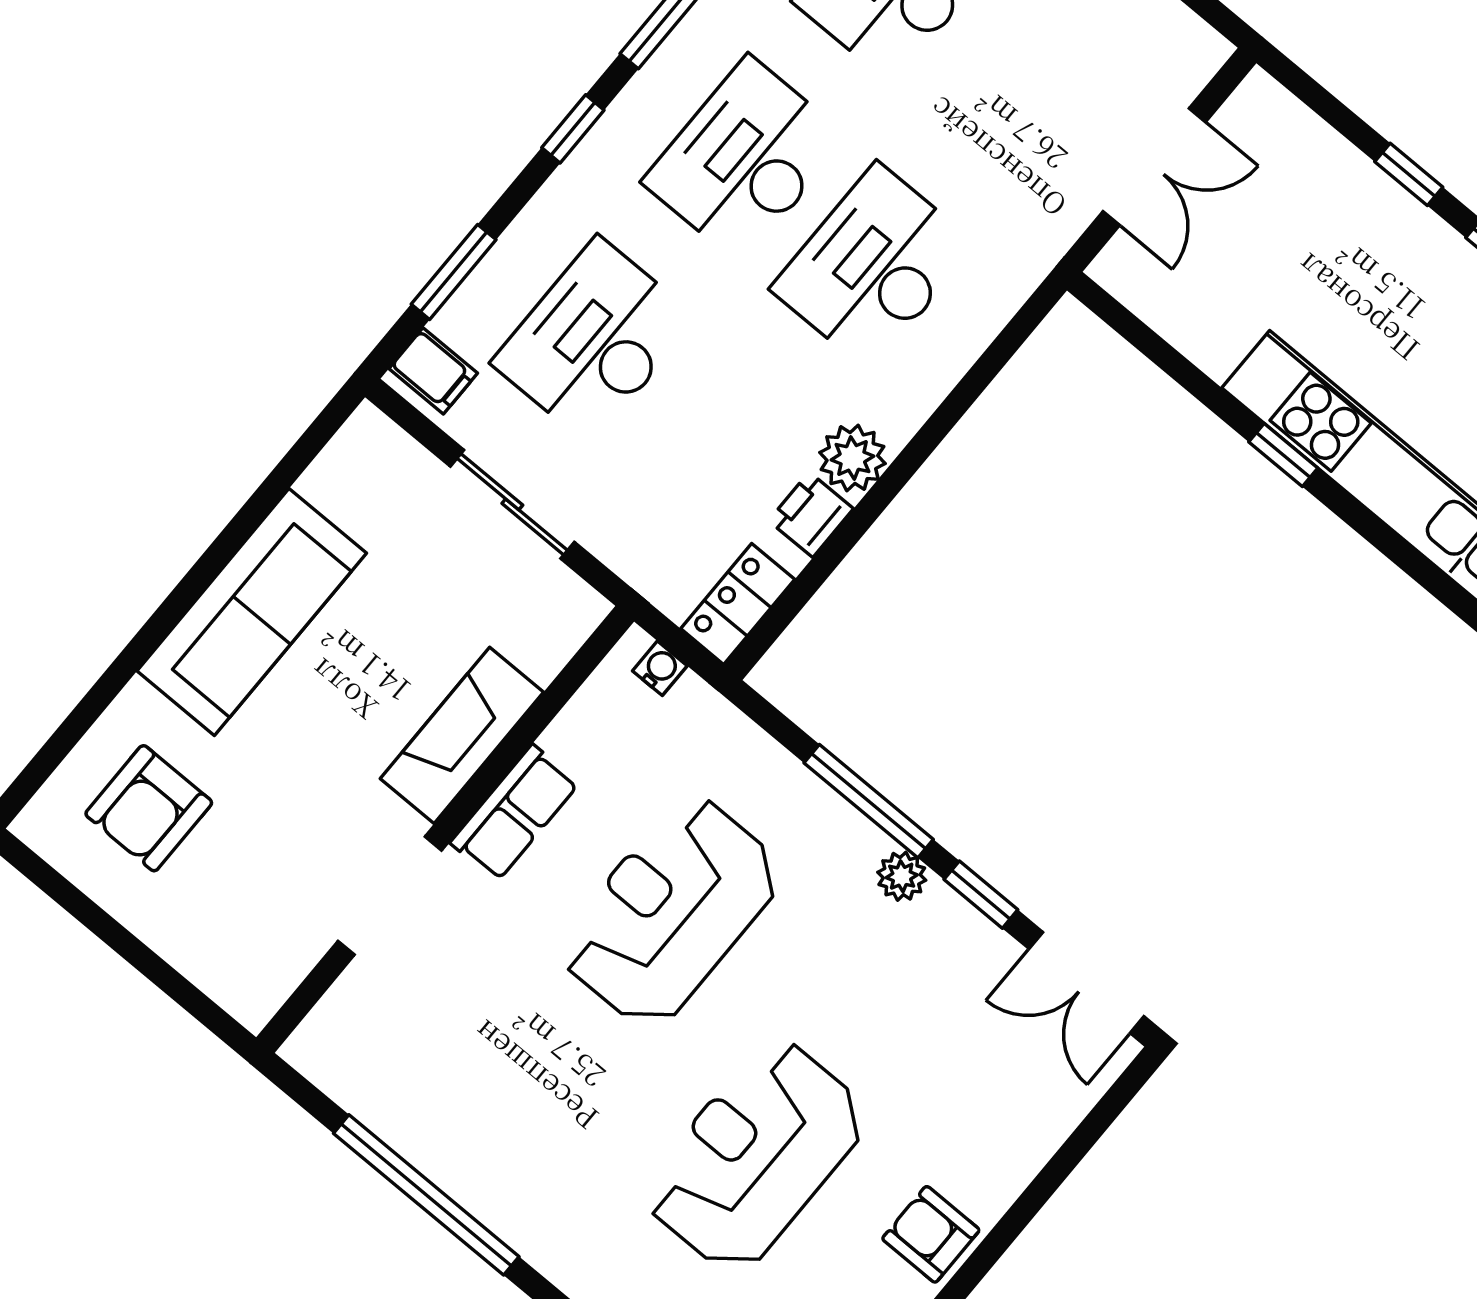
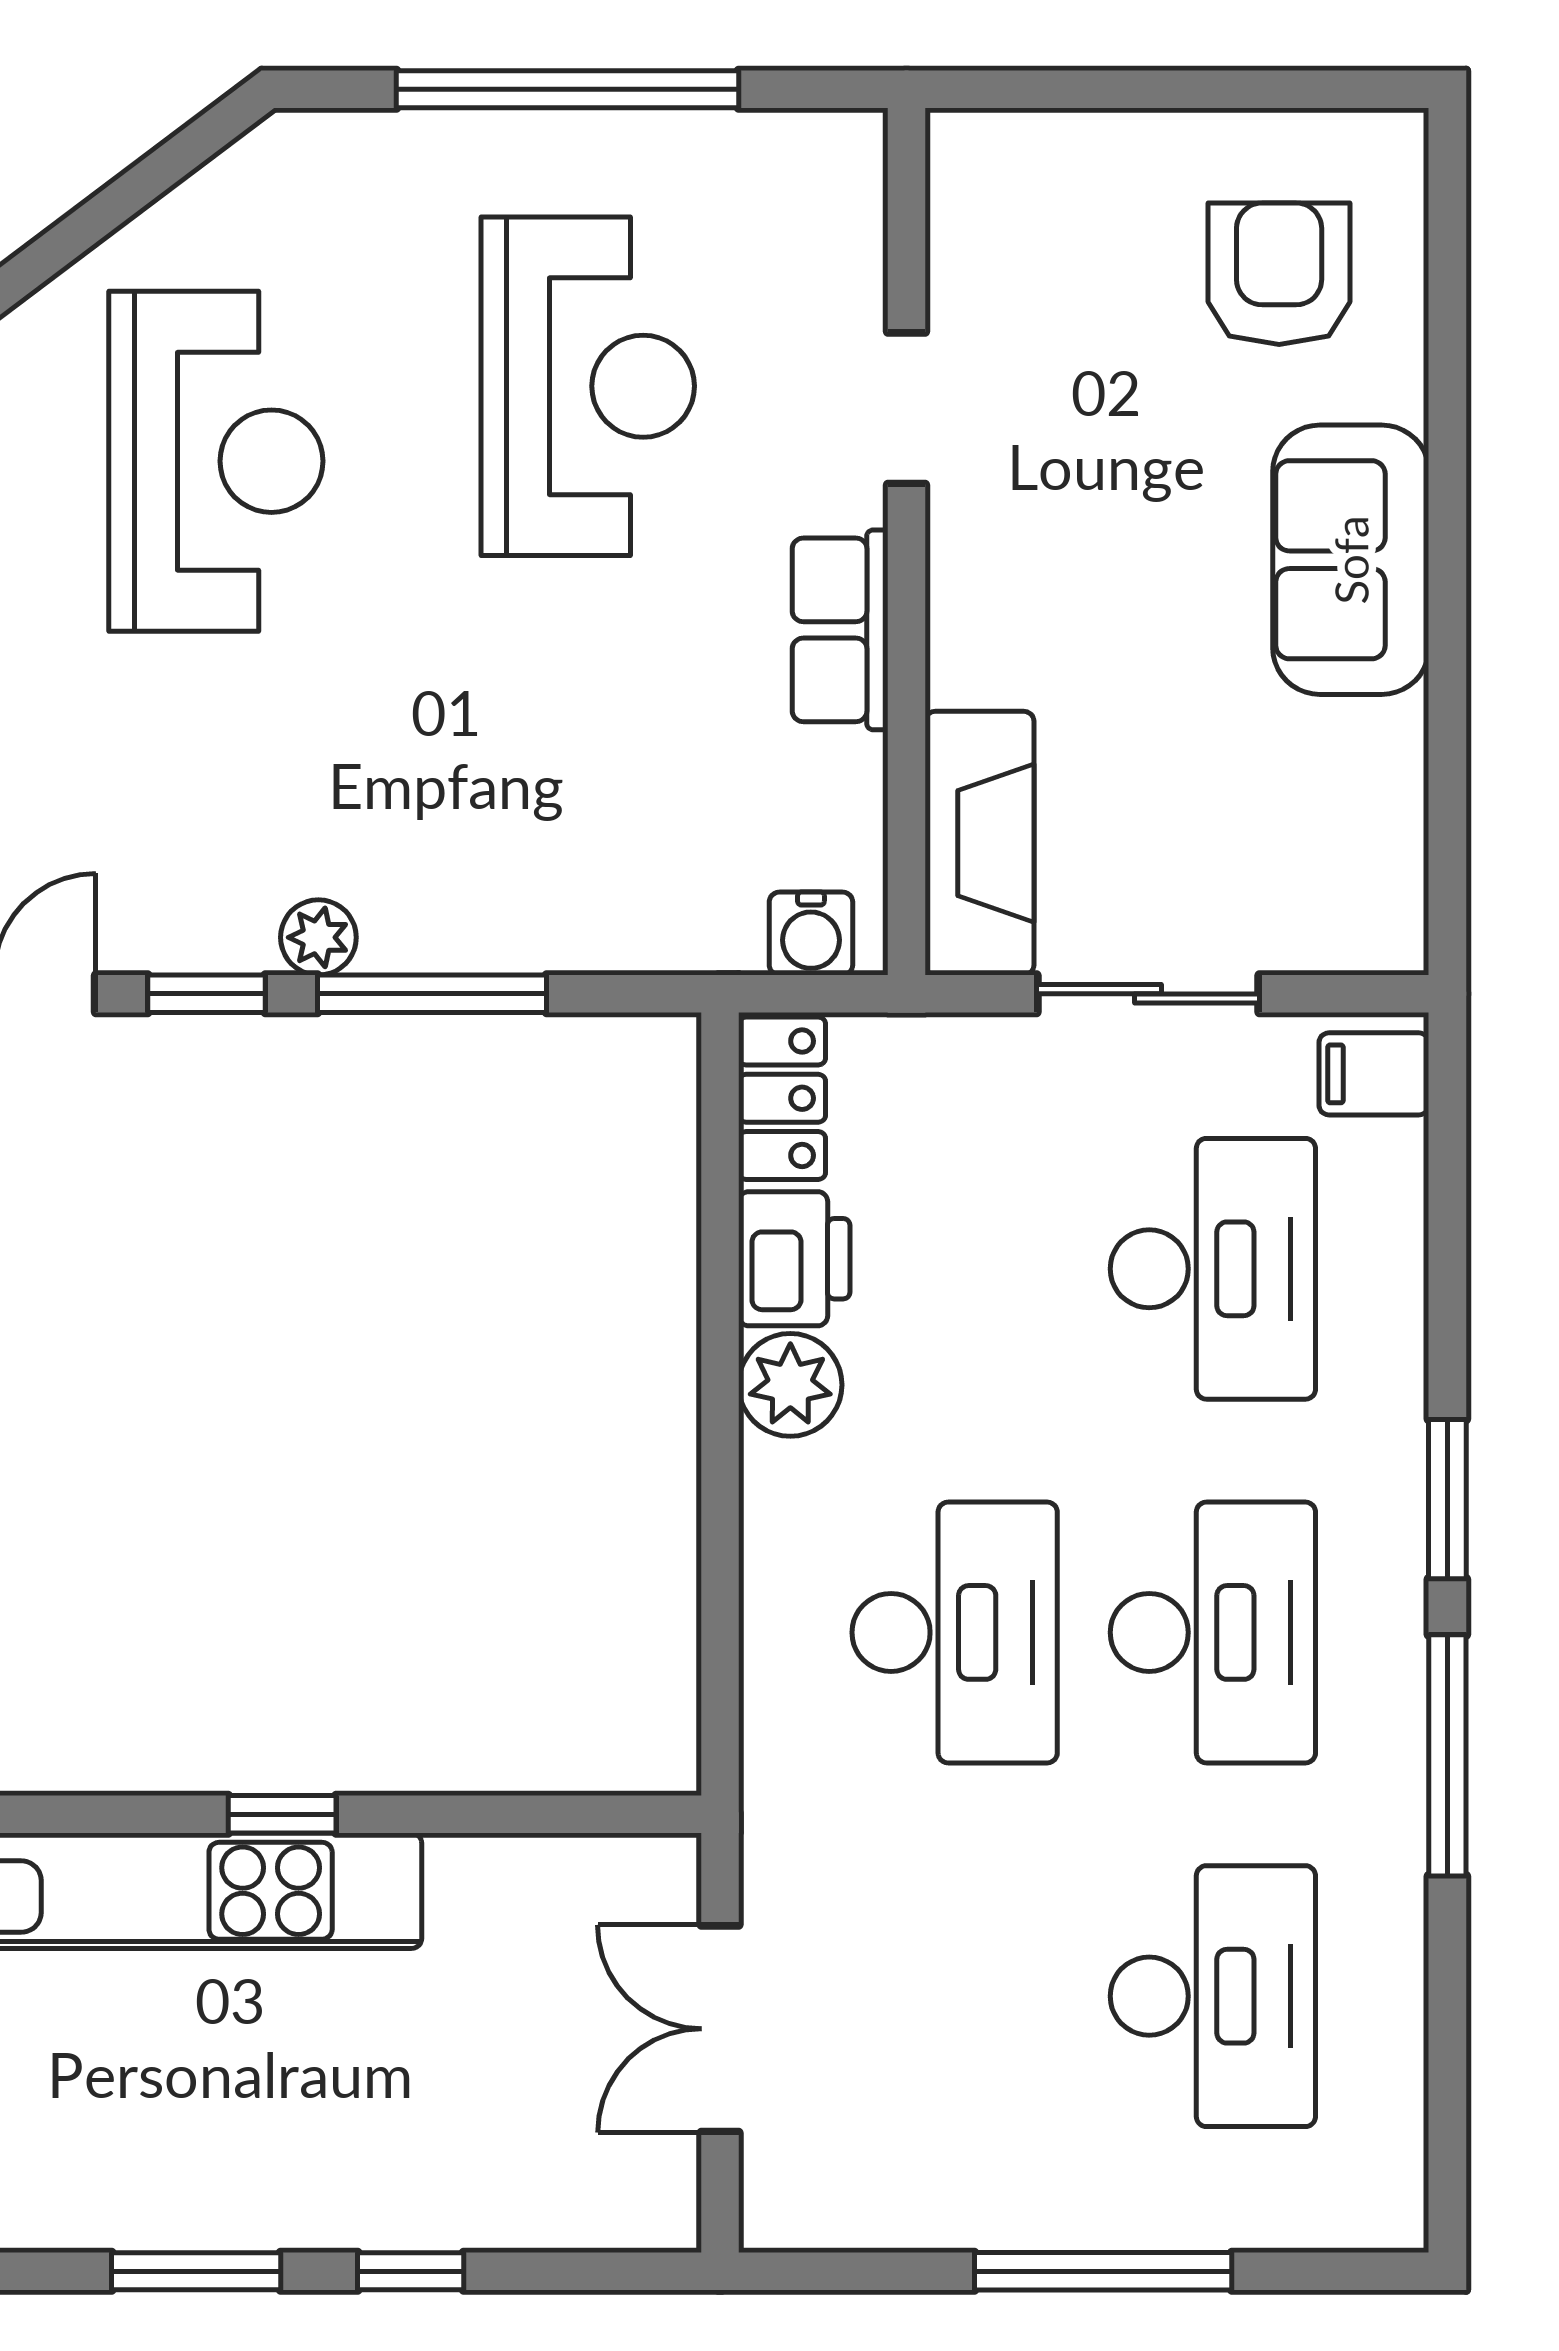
window: (573, 129) -> (1447, 1499), width x1.50
window: (454, 272) -> (1447, 1211), removed
printer: (811, 515) -> (794, 1259), width x1.36, depth x1.24
sofa: (252, 612) -> (1351, 560), width x0.73
water cooler: (660, 668) -> (811, 934), width x1.38, depth x1.38
fireplace: (462, 735) -> (979, 843), moved
doorway: (390, 896) -> (907, 408), width x0.73
reception desk: (671, 912) -> (588, 386), moved

